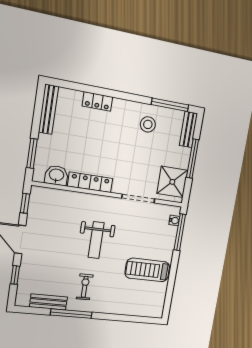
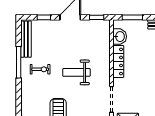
bench: (48, 302) -> (26, 39), width x1.36

